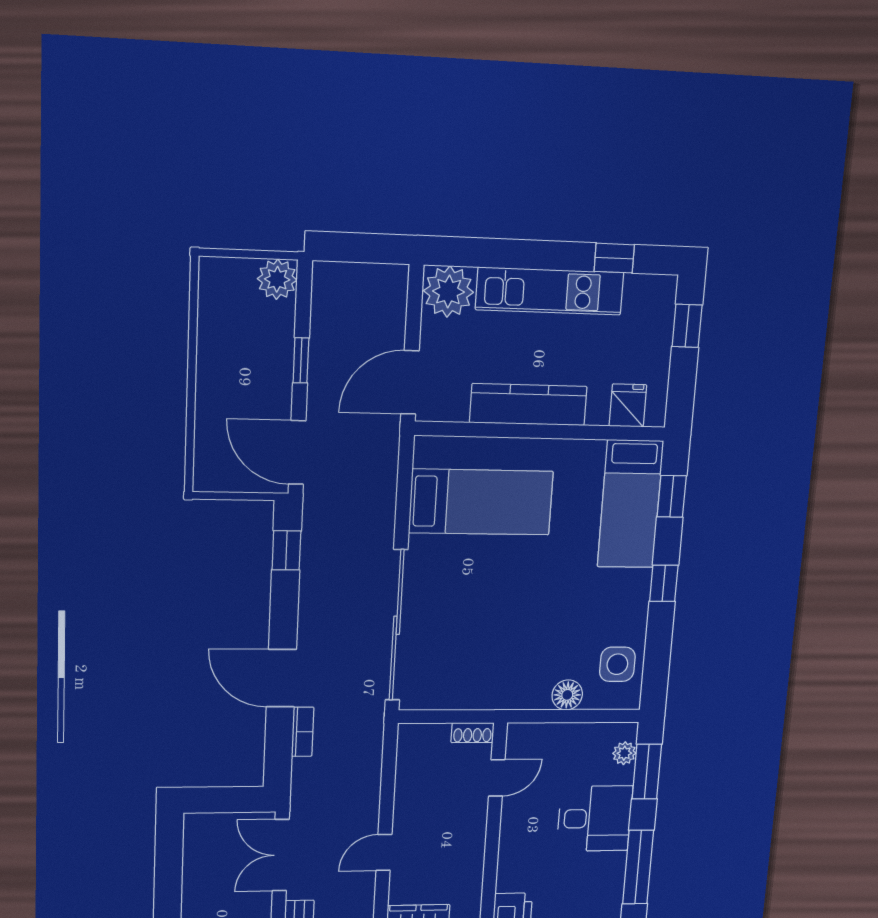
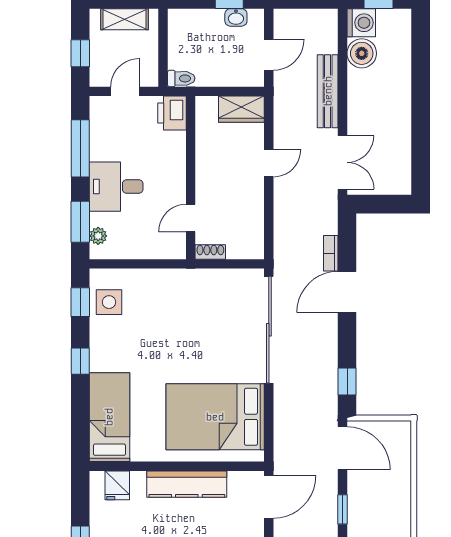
window: (672, 496) -> (80, 302), moved
bed: (481, 502) -> (215, 417), width x1.50
door: (281, 678) -> (347, 292), swing flipped
floor lamp: (567, 695) -> (144, 280), removed

